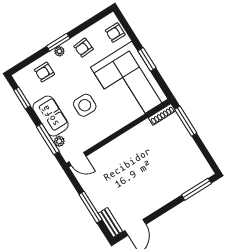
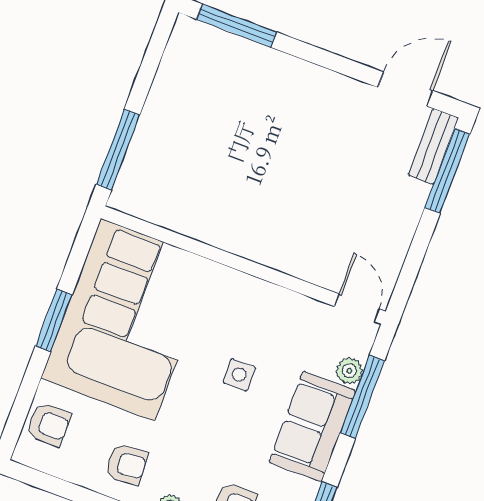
side table: (85, 105) -> (239, 375), width x0.54, depth x0.54
shoe rack: (162, 114) -> (140, 207), removed
window: (90, 207) -> (447, 171), moved

